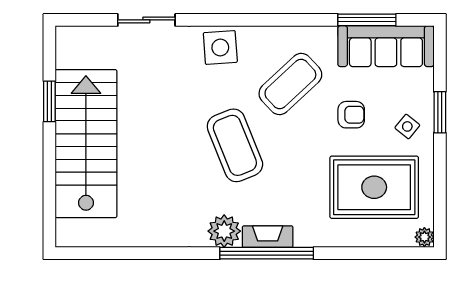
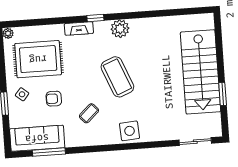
sliding door: (146, 20) -> (195, 142), moved
coffee table: (290, 84) -> (89, 113), width x0.54, depth x0.58
fireplace: (268, 237) -> (79, 28), moved
window: (267, 253) -> (95, 18), width x0.32

